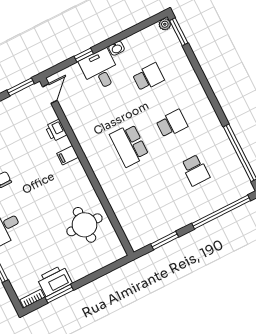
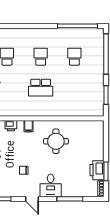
school desk: (195, 170) -> (74, 57), turned -90
round table: (84, 225) -> (56, 141), moved

